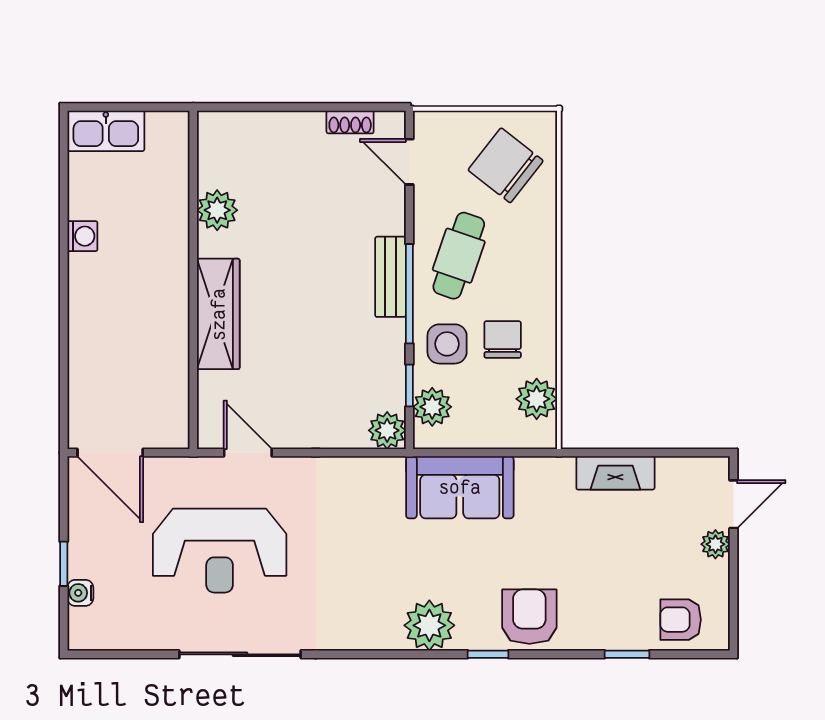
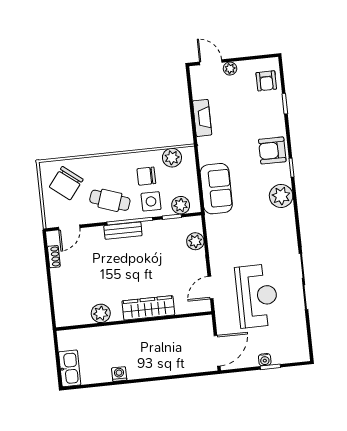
plant: (387, 430) -> (195, 241), moved
water cooler: (80, 593) -> (265, 360), moved

